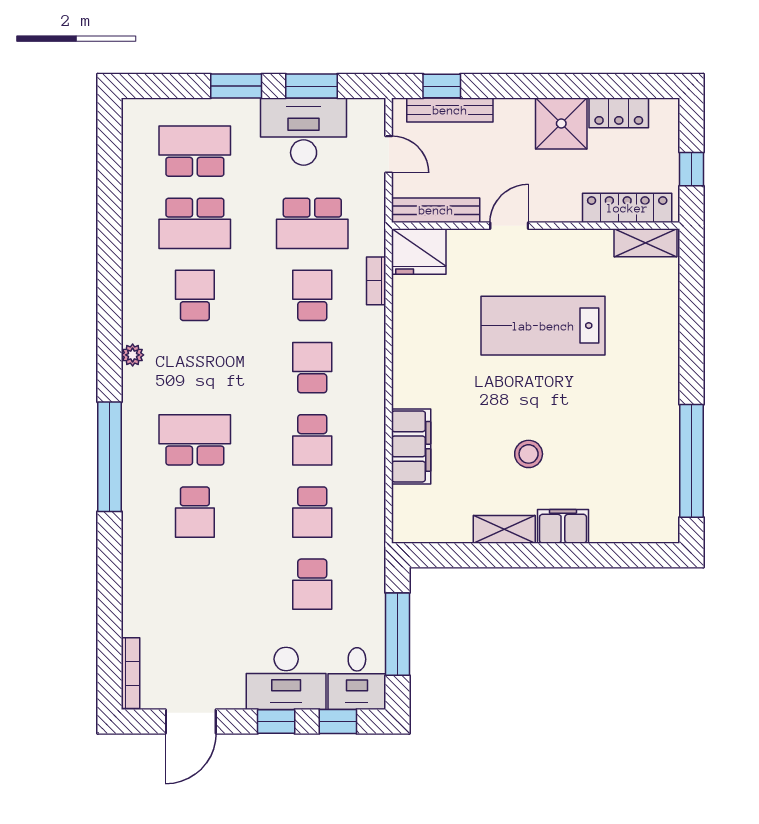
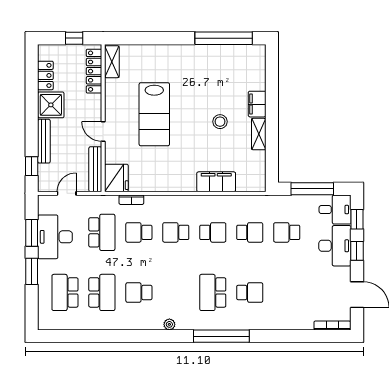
bench: (450, 110) -> (44, 141), moved
school desk: (312, 584) -> (287, 232), turned 180

